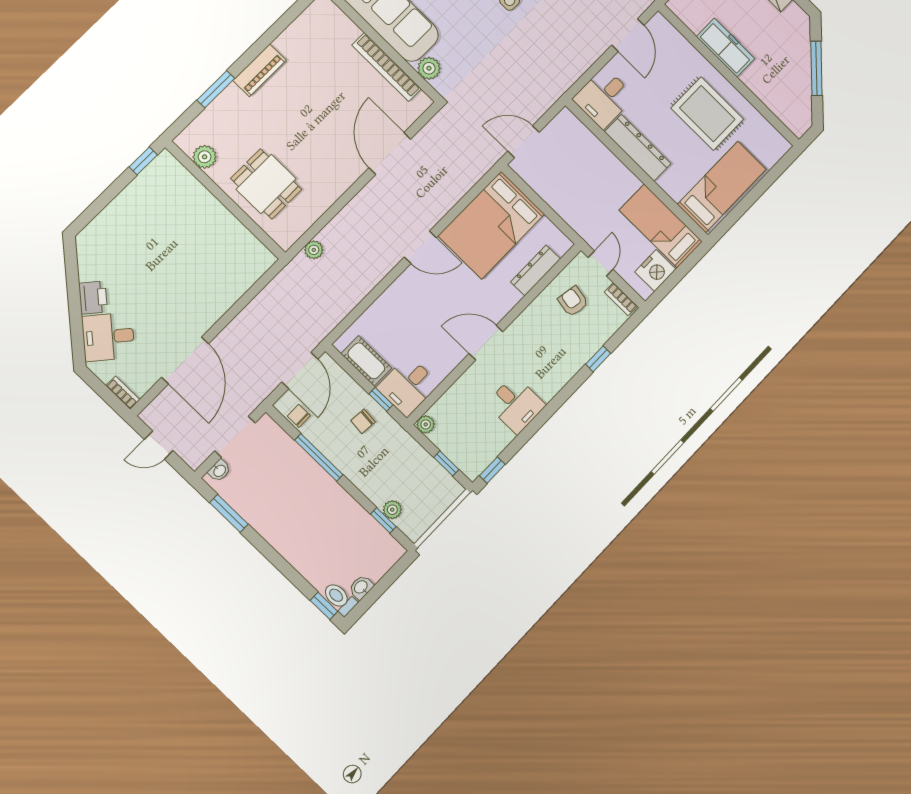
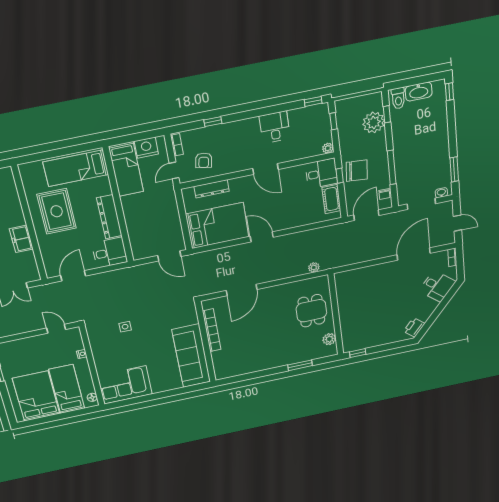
freezer: (726, 48) -> (21, 239), width x0.71
plant: (429, 68) -> (191, 318), removed
piano: (259, 70) -> (273, 362), removed
printer: (93, 298) -> (414, 327), moved
chair: (363, 421) -> (357, 171), width x1.87, depth x1.87
plant: (392, 510) -> (374, 123), width x1.88, depth x1.88
washbasin: (361, 587) -> (419, 92), width x1.91, depth x1.45
toilet: (339, 598) -> (398, 98), moved

